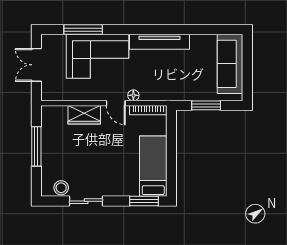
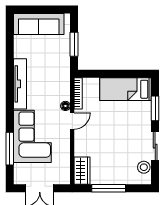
wardrobe: (84, 115) -> (82, 171), moved
window: (144, 201) -> (155, 108), moved

